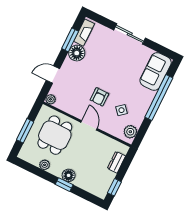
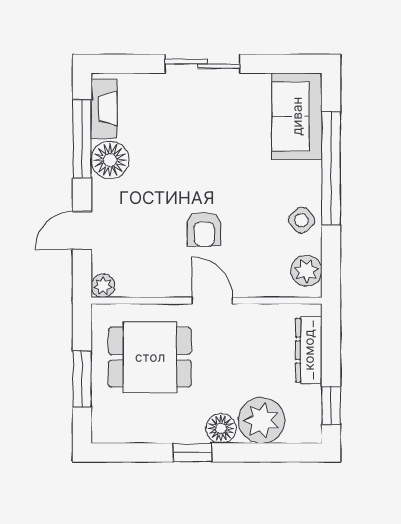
window: (70, 40) -> (82, 139), width x1.44
side table: (121, 110) -> (301, 220), moved
dining table: (55, 135) -> (150, 357), turned 90
dresser: (116, 162) -> (309, 350), width x1.44
plant: (45, 165) -> (262, 420), moved, width x1.87, depth x1.87
window: (64, 185) -> (192, 453), moved

